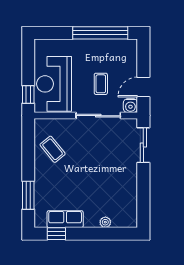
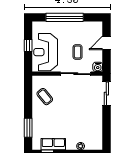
window: (100, 33) -> (65, 17), moved
door: (143, 87) -> (106, 43), moved
window: (28, 94) -> (28, 45), moved

